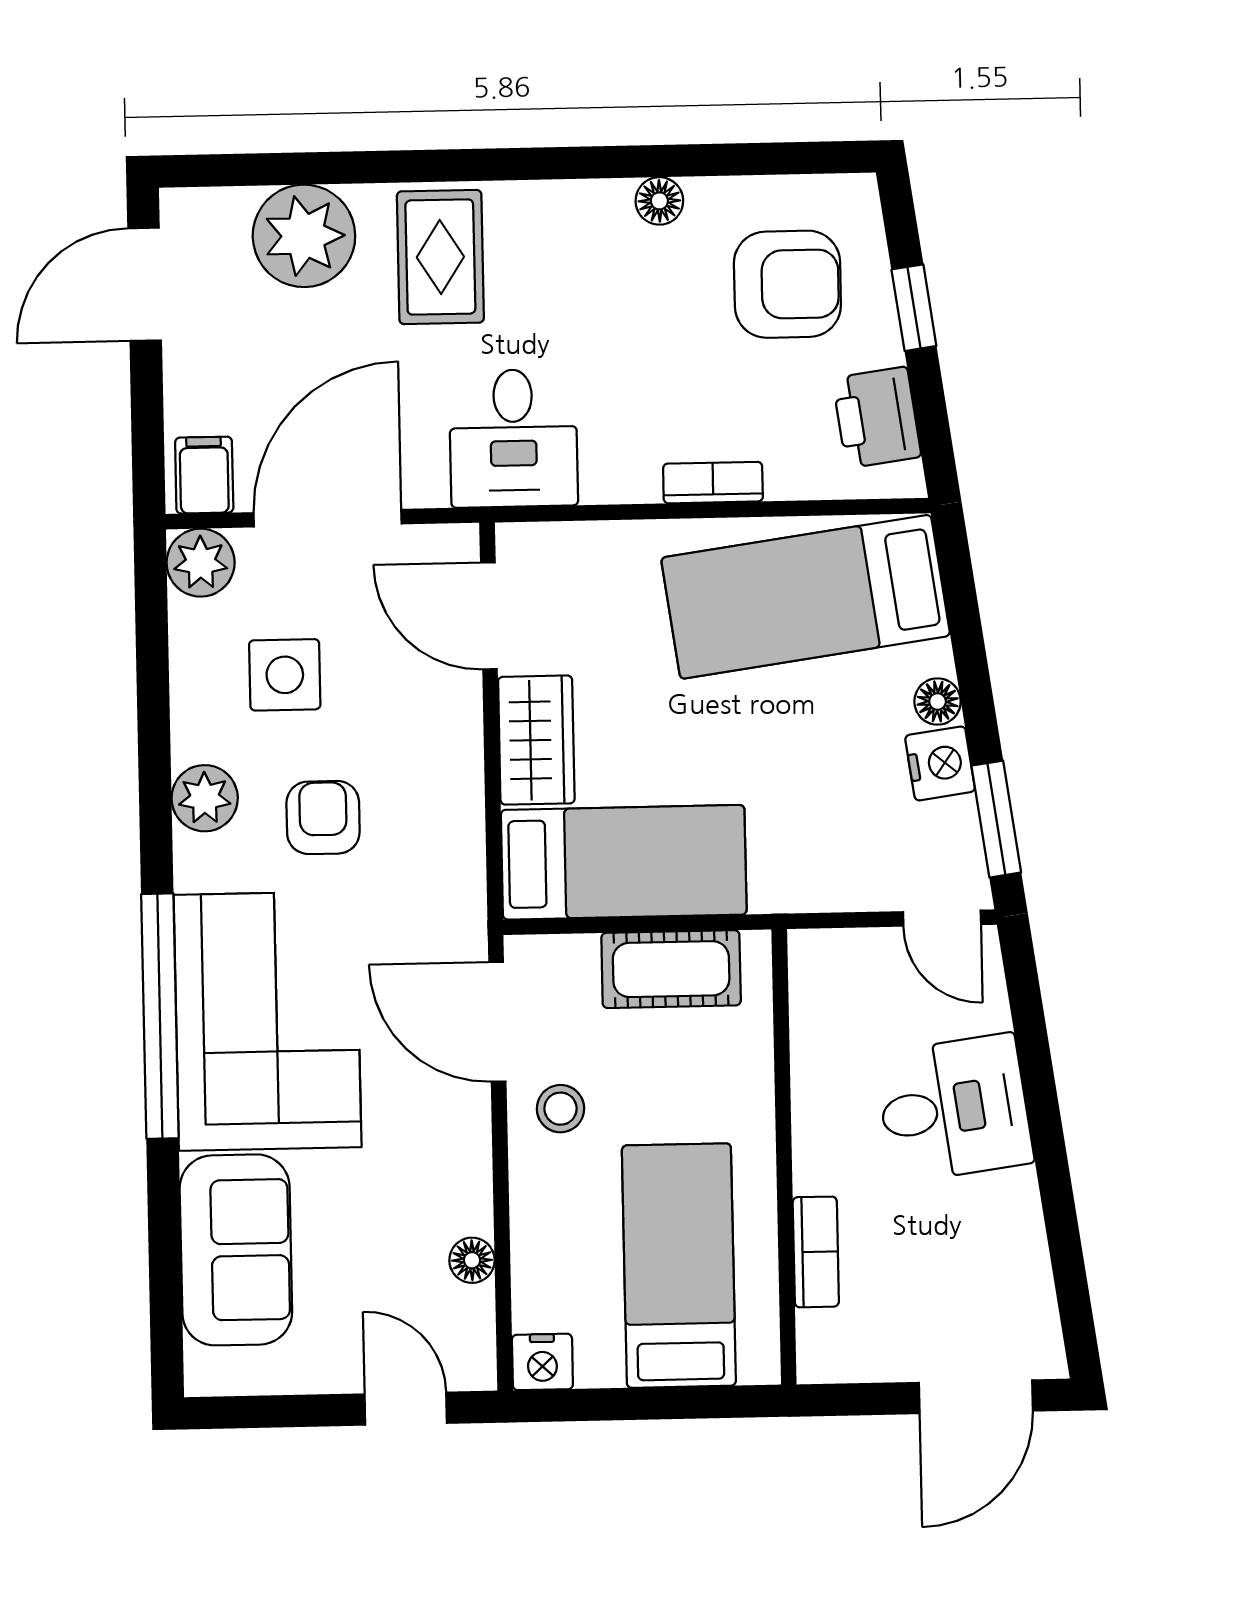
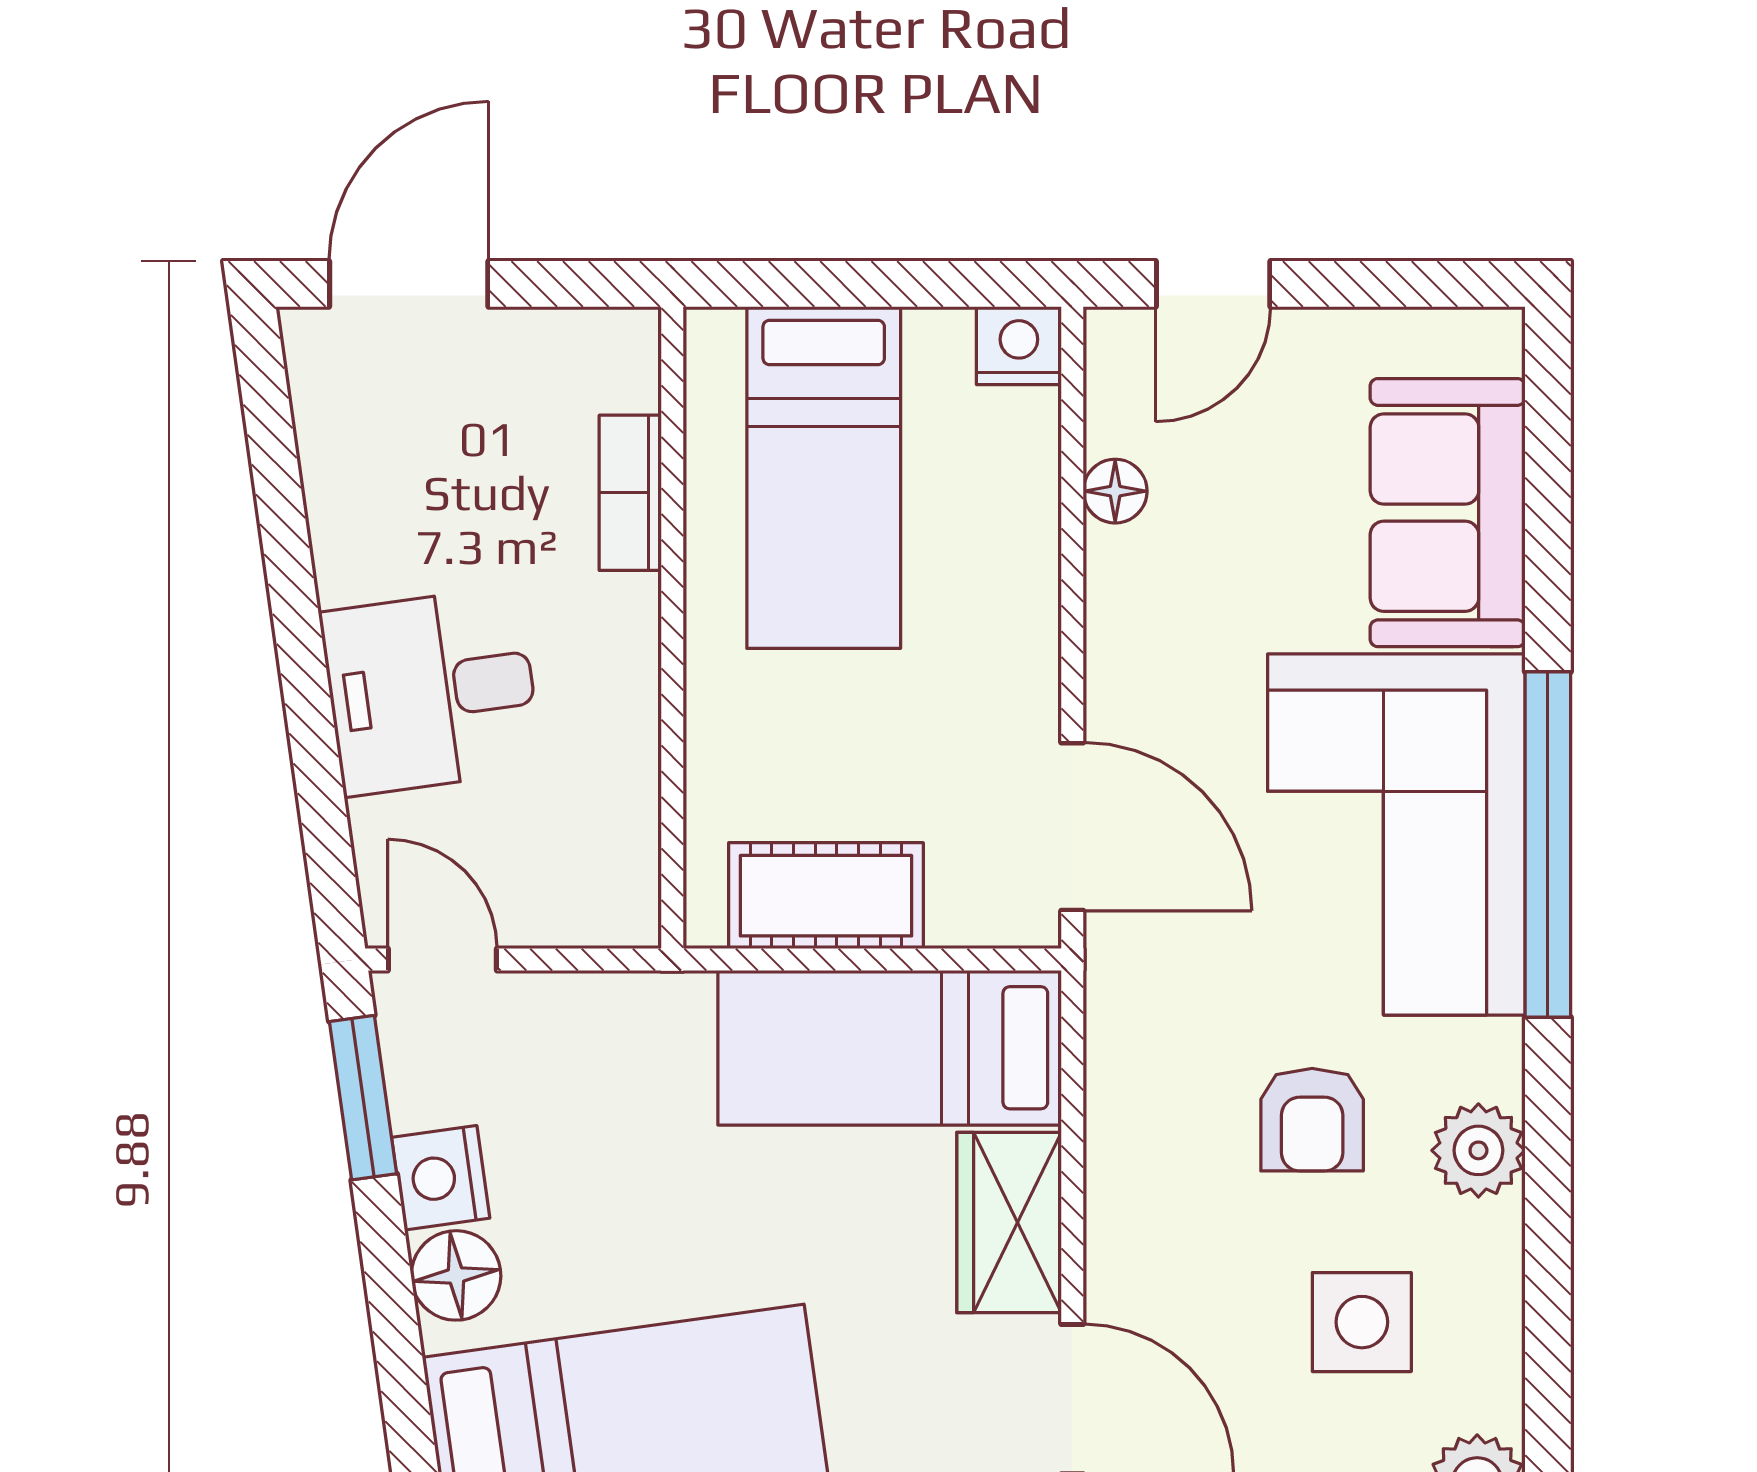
floor lamp: (938, 701) -> (456, 1275), width x1.37, depth x1.37
stool: (560, 1109) -> (986, 702), removed
door: (406, 1409) -> (1213, 284), hinge flipped

